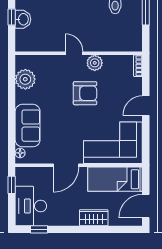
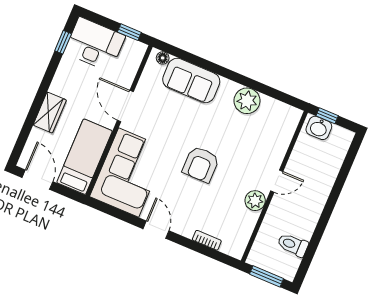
door: (74, 53) -> (277, 181), moved
wall: (79, 53) -> (274, 187), moved
plant: (95, 63) -> (255, 201), moved

